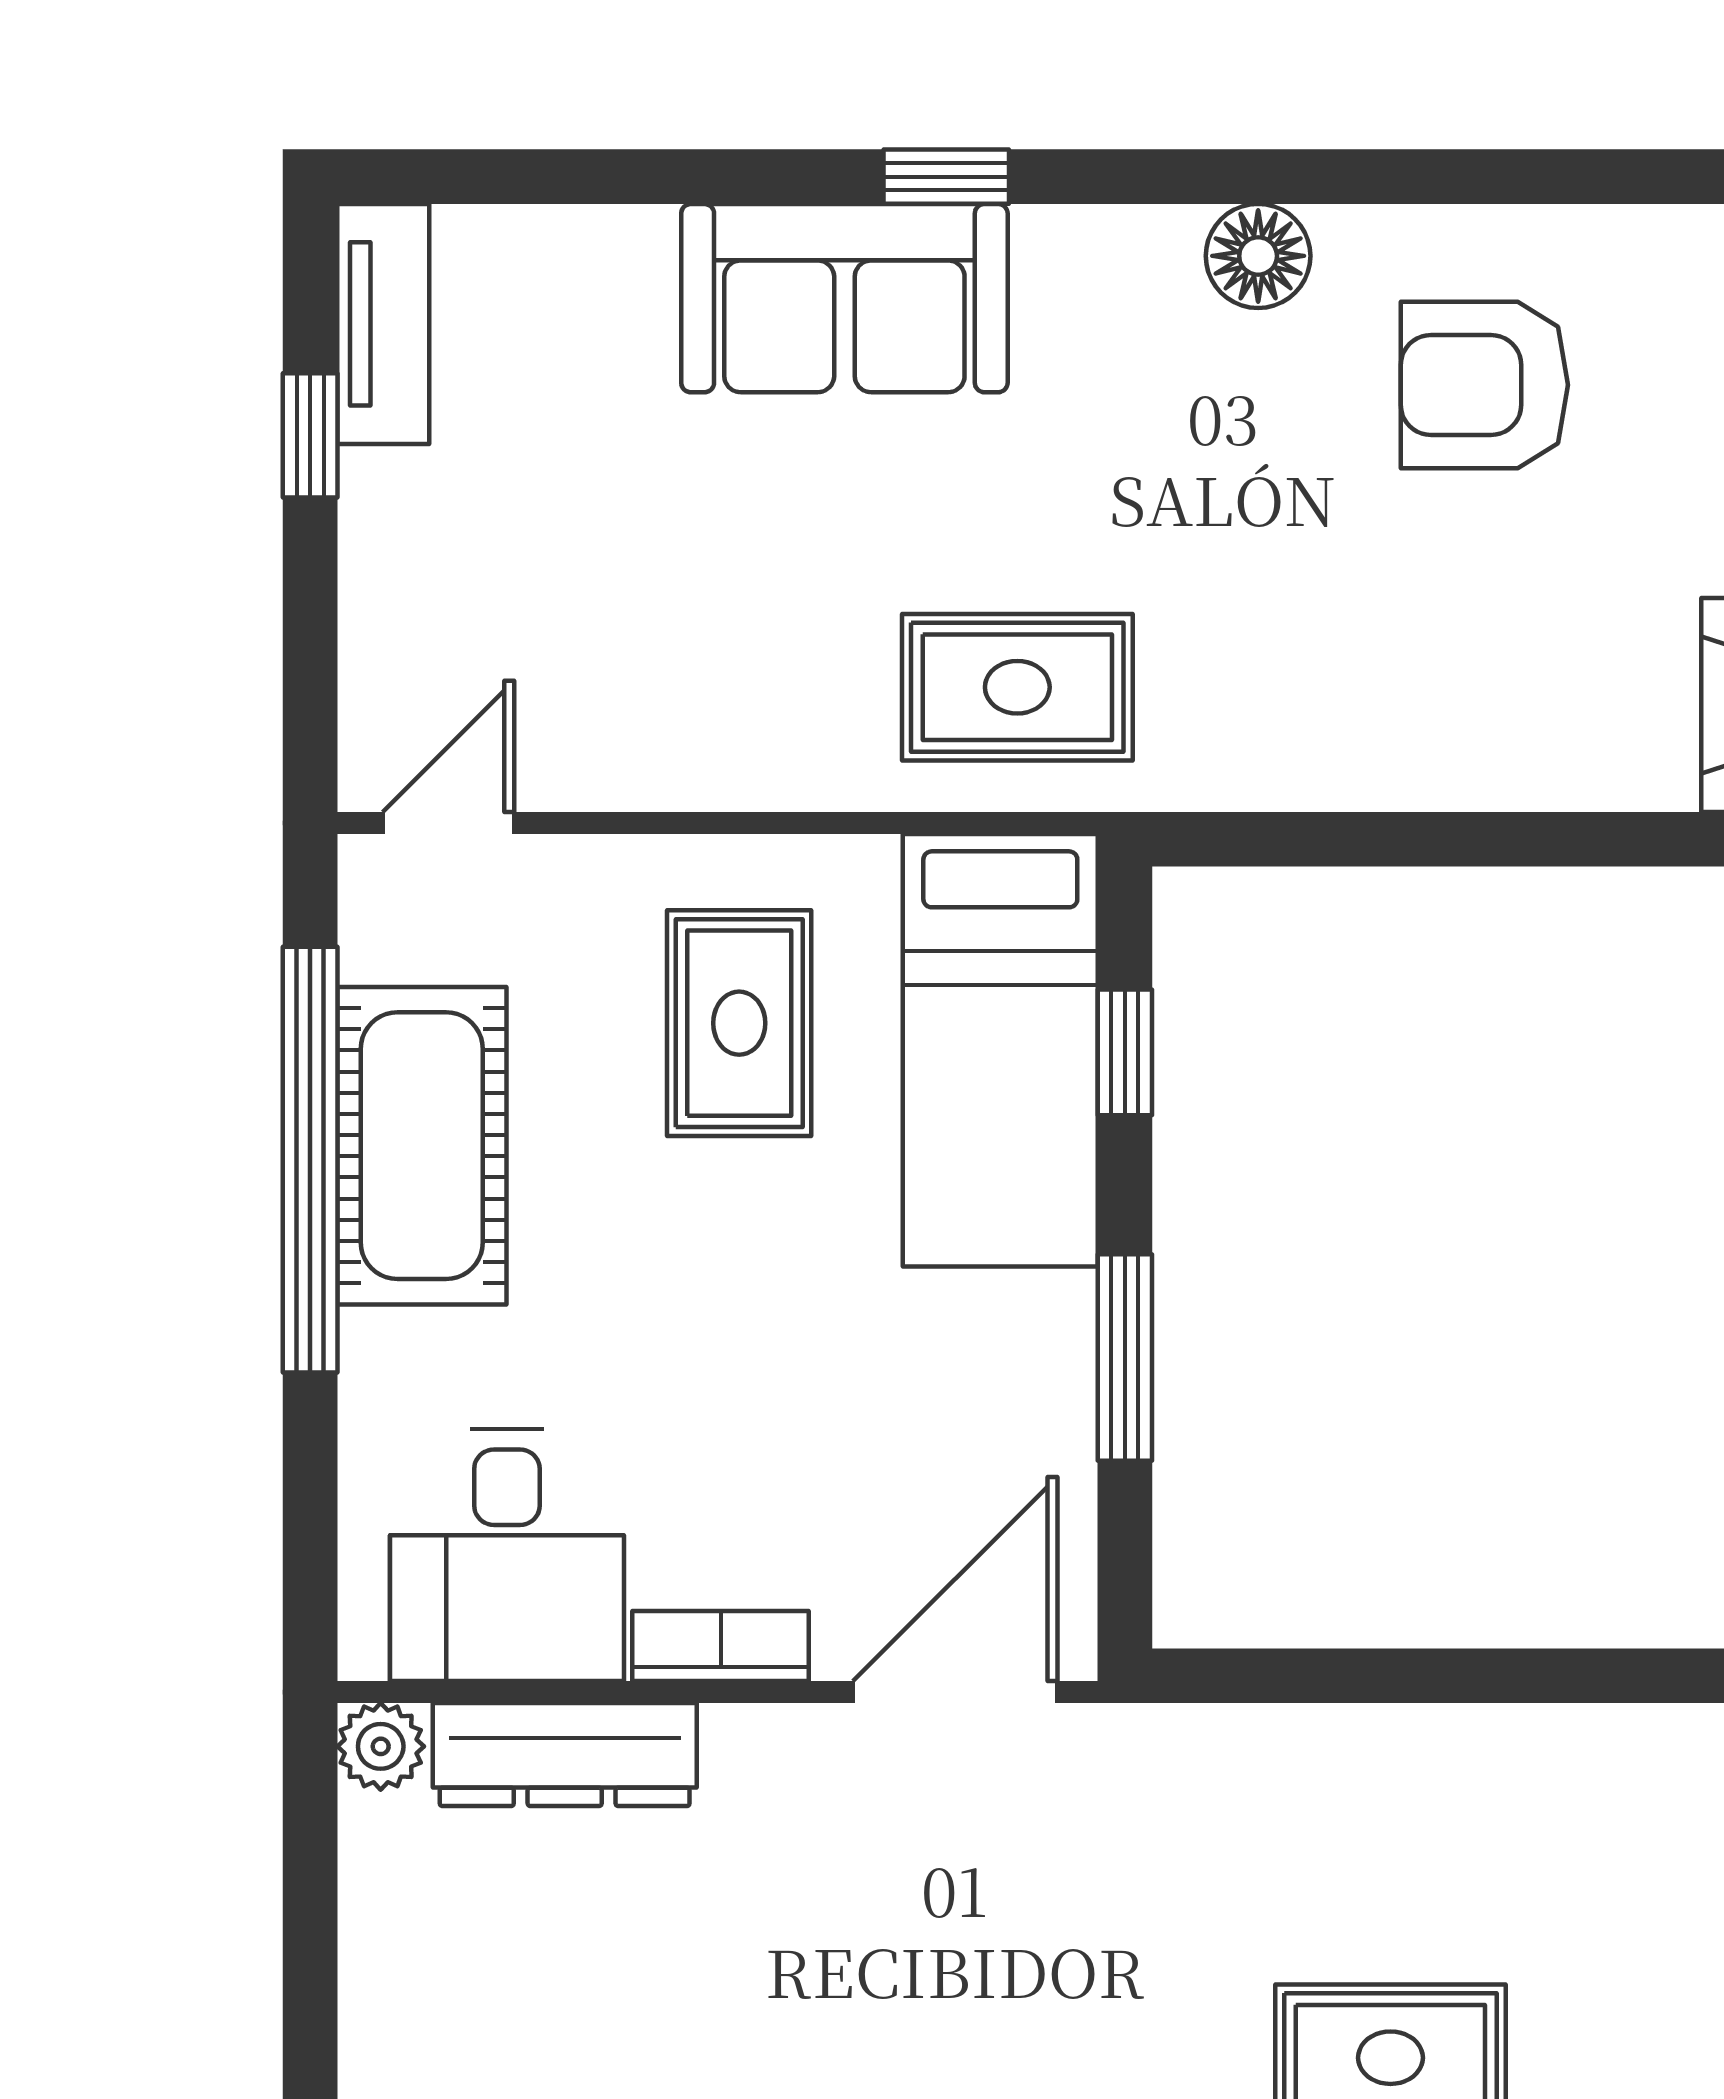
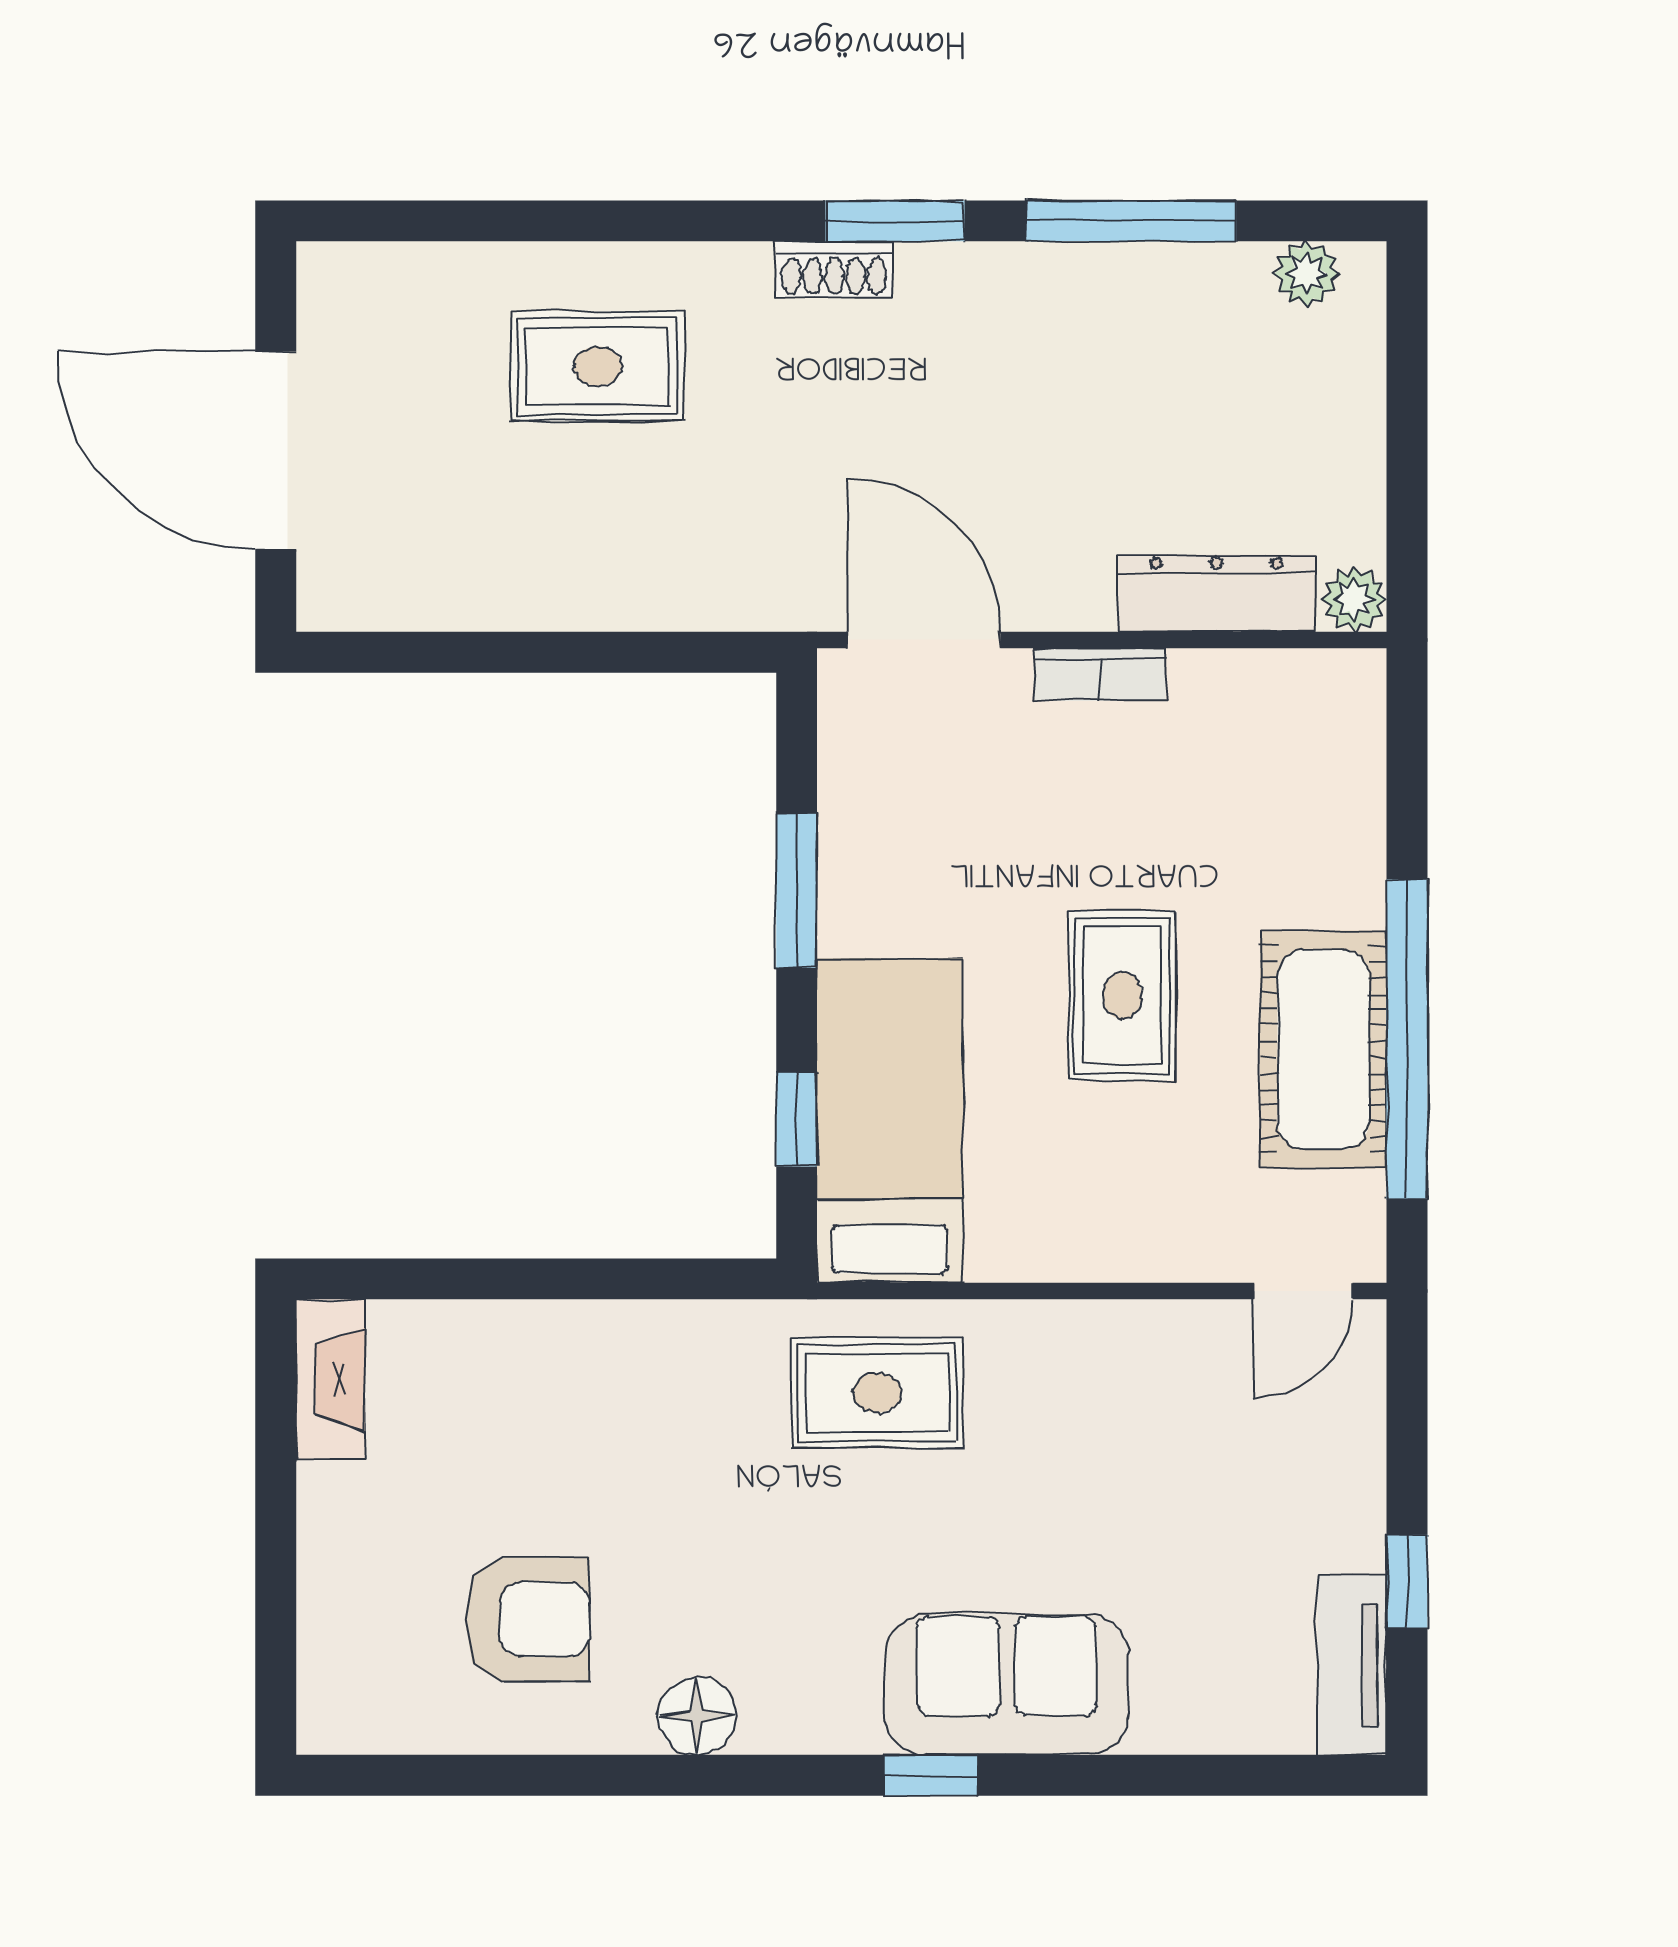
rug: (739, 1023) -> (1122, 995), moved
desk: (507, 1555) -> (1260, 743), removed
door: (955, 1692) -> (924, 640), swing flipped

